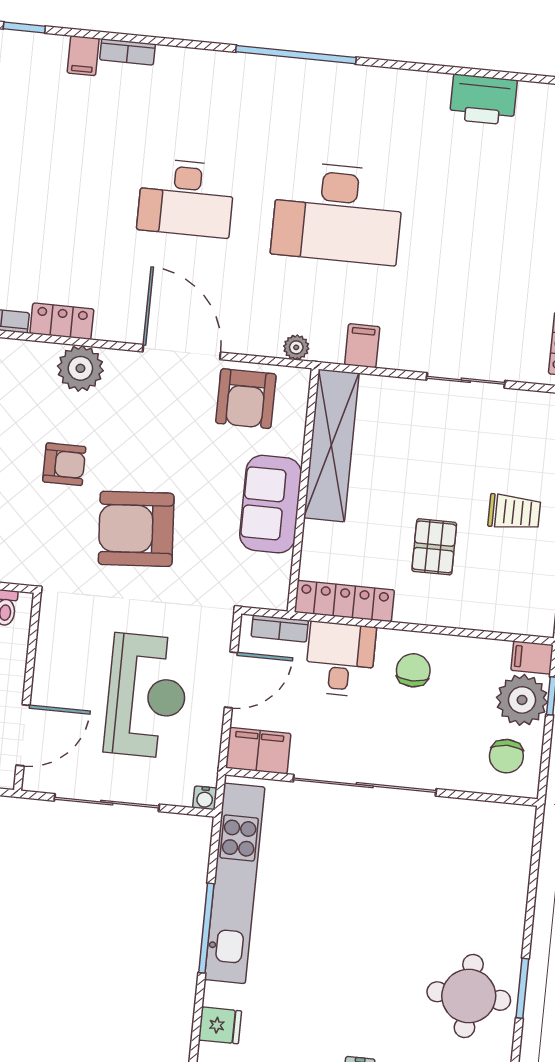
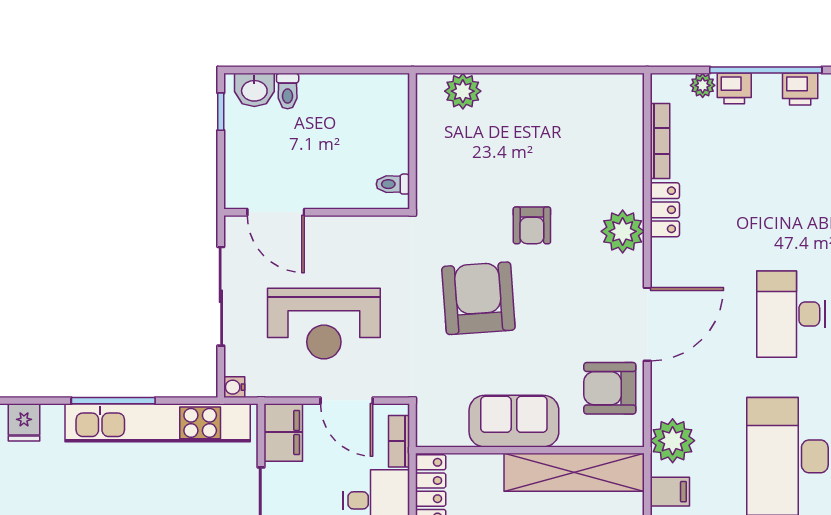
plant: (296, 347) -> (673, 441), width x1.87, depth x1.87

